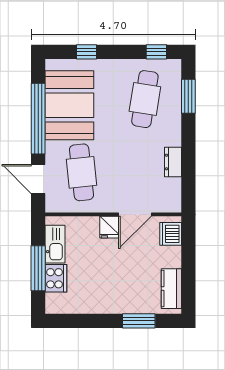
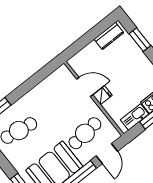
dresser: (173, 162) -> (41, 89), removed
dishwasher: (171, 234) -> (80, 59), removed

